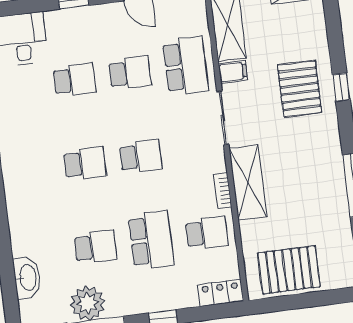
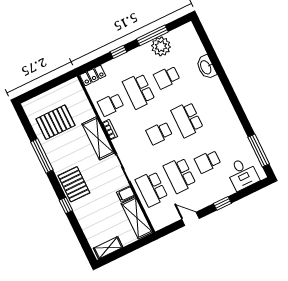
school desk: (130, 73) -> (180, 175), width x1.85
pallet: (300, 89) -> (74, 184), moved
school desk: (85, 163) -> (187, 119), width x1.85
pallet: (289, 270) -> (55, 122), moved
washbasin: (27, 278) -> (206, 67), moved

